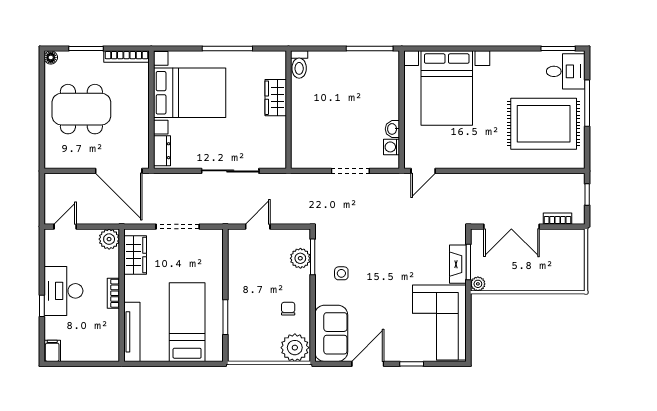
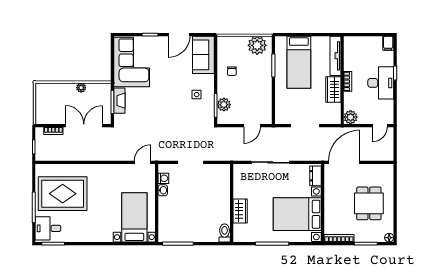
bed with nightstands: (447, 88) -> (134, 217), width x0.73
dining table: (81, 109) -> (369, 203), width x0.73
door: (119, 171) -> (344, 162), hinge flipped
wardrobe: (135, 255) -> (333, 89), moved
plant: (478, 284) -> (81, 88), moved
plant: (295, 348) -> (257, 45), moved

